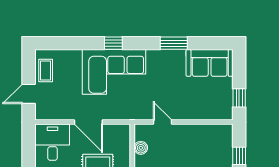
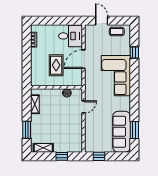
window: (113, 43) -> (134, 52), moved
window: (174, 43) -> (134, 130), moved
sofa: (210, 63) -> (122, 132), width x1.36

